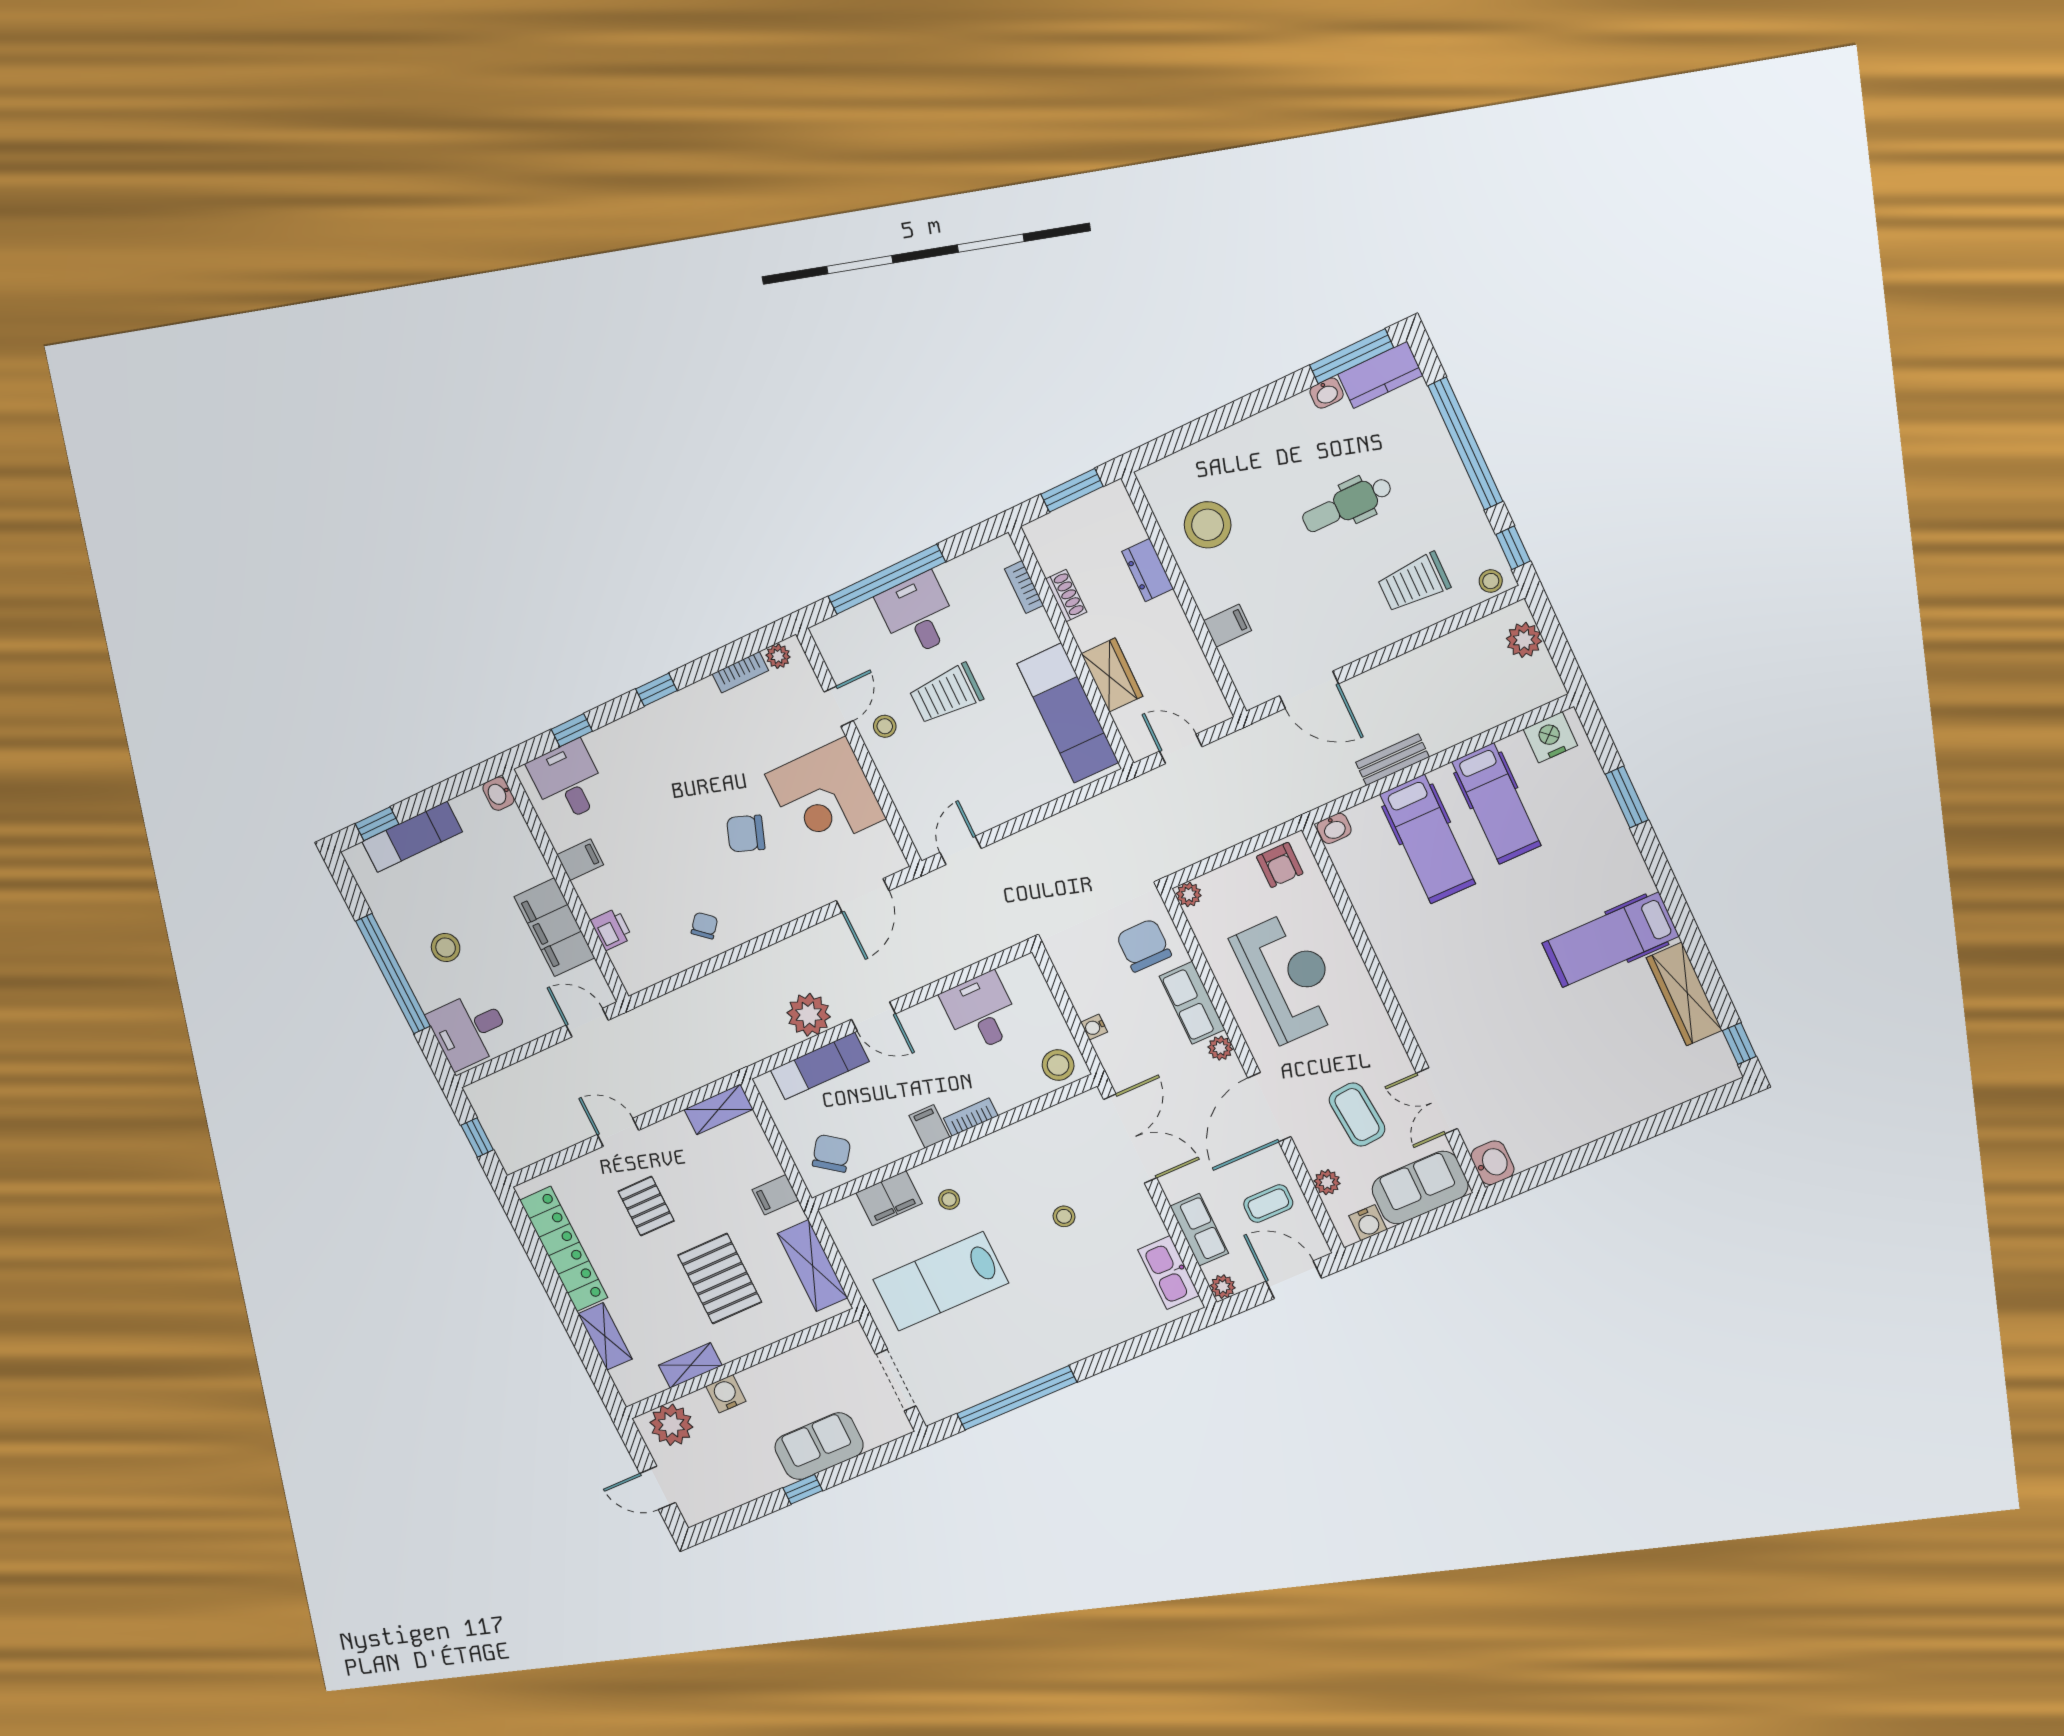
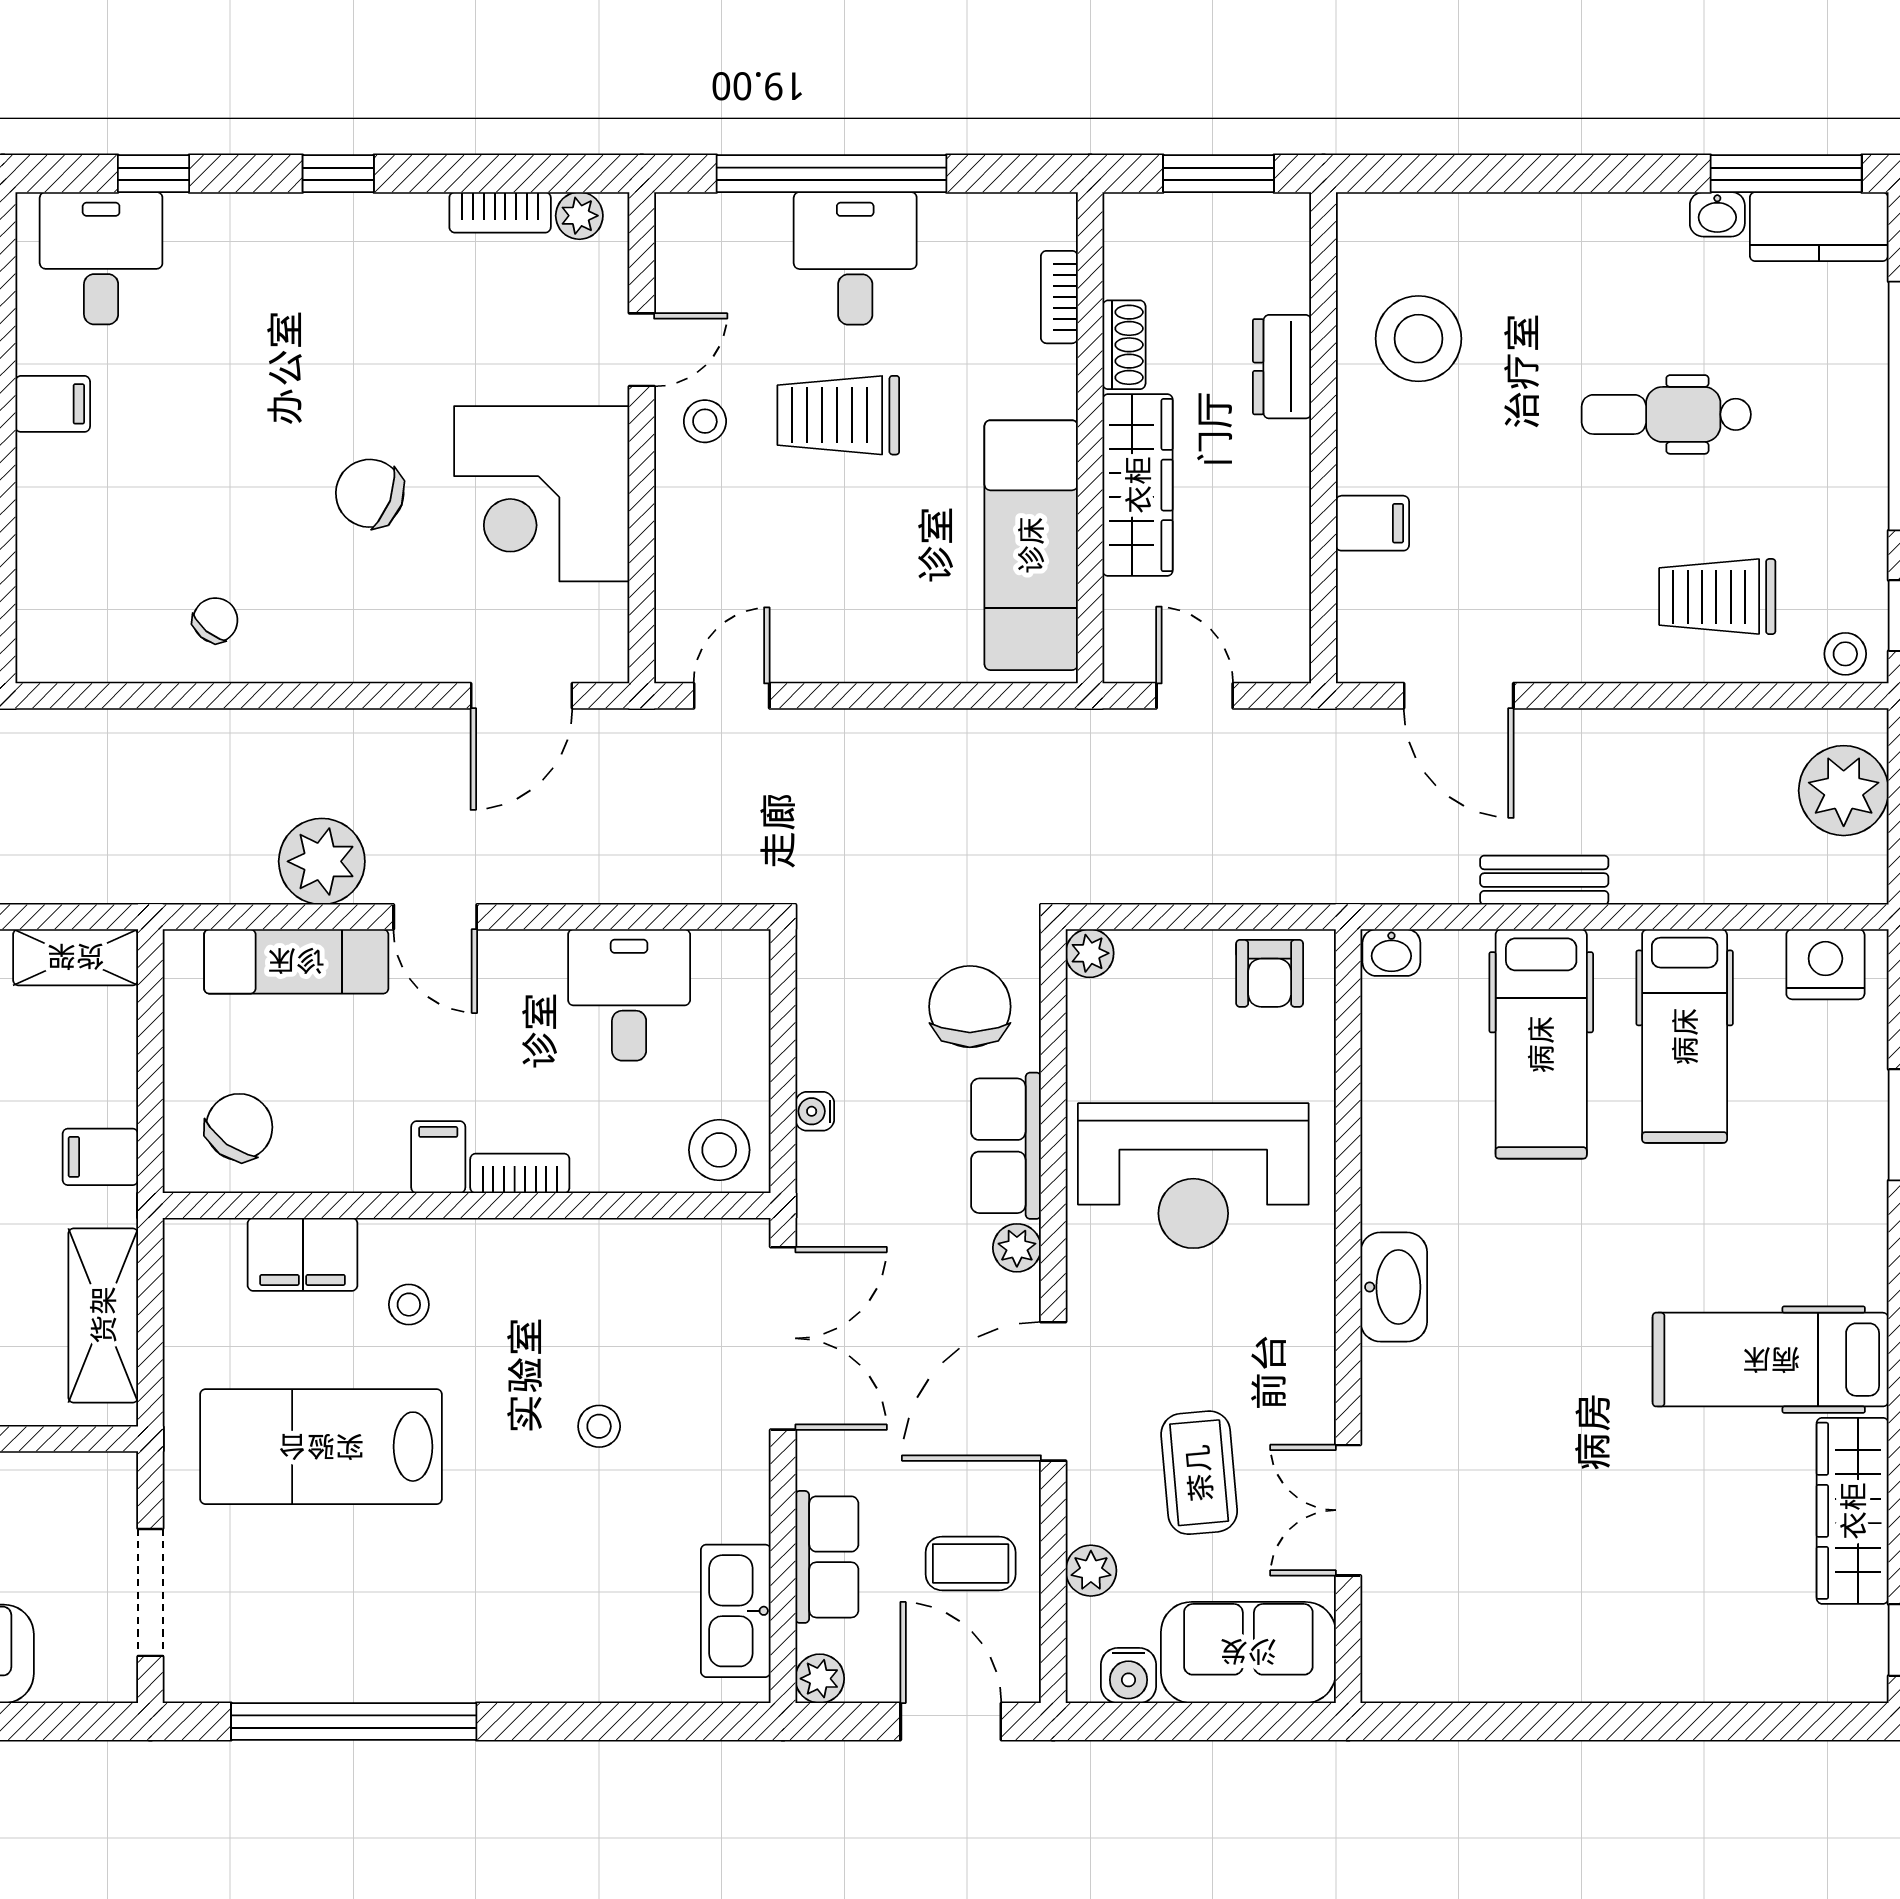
plant: (1524, 640) -> (1844, 791), width x1.36, depth x1.36
wardrobe: (1112, 675) -> (1138, 485), width x1.50
printer: (611, 929) -> (46, 551), removed
reception desk: (1288, 977) -> (1193, 1176), turned 90
washbasin: (1493, 1163) -> (1394, 1287), moved, width x1.38

